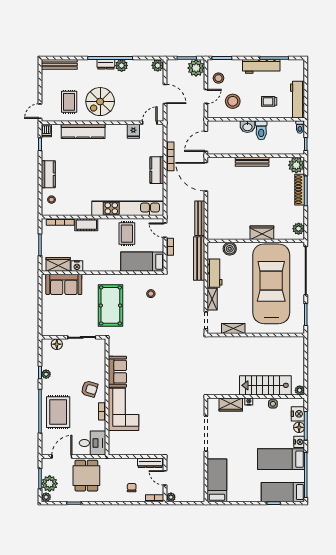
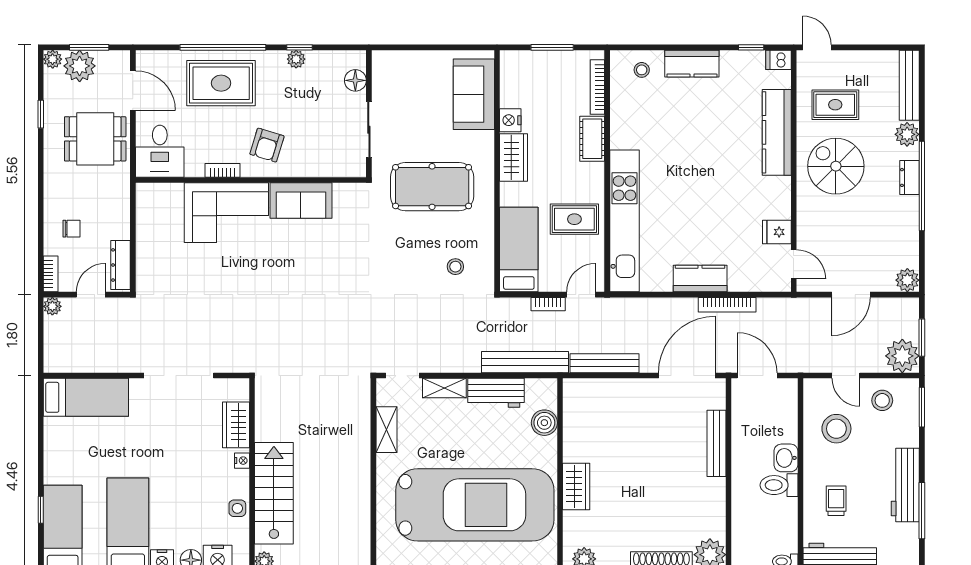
plant: (122, 66) -> (907, 134), moved
bench: (252, 162) -> (717, 443), moved
wardrobe: (58, 264) -> (514, 157), moved

